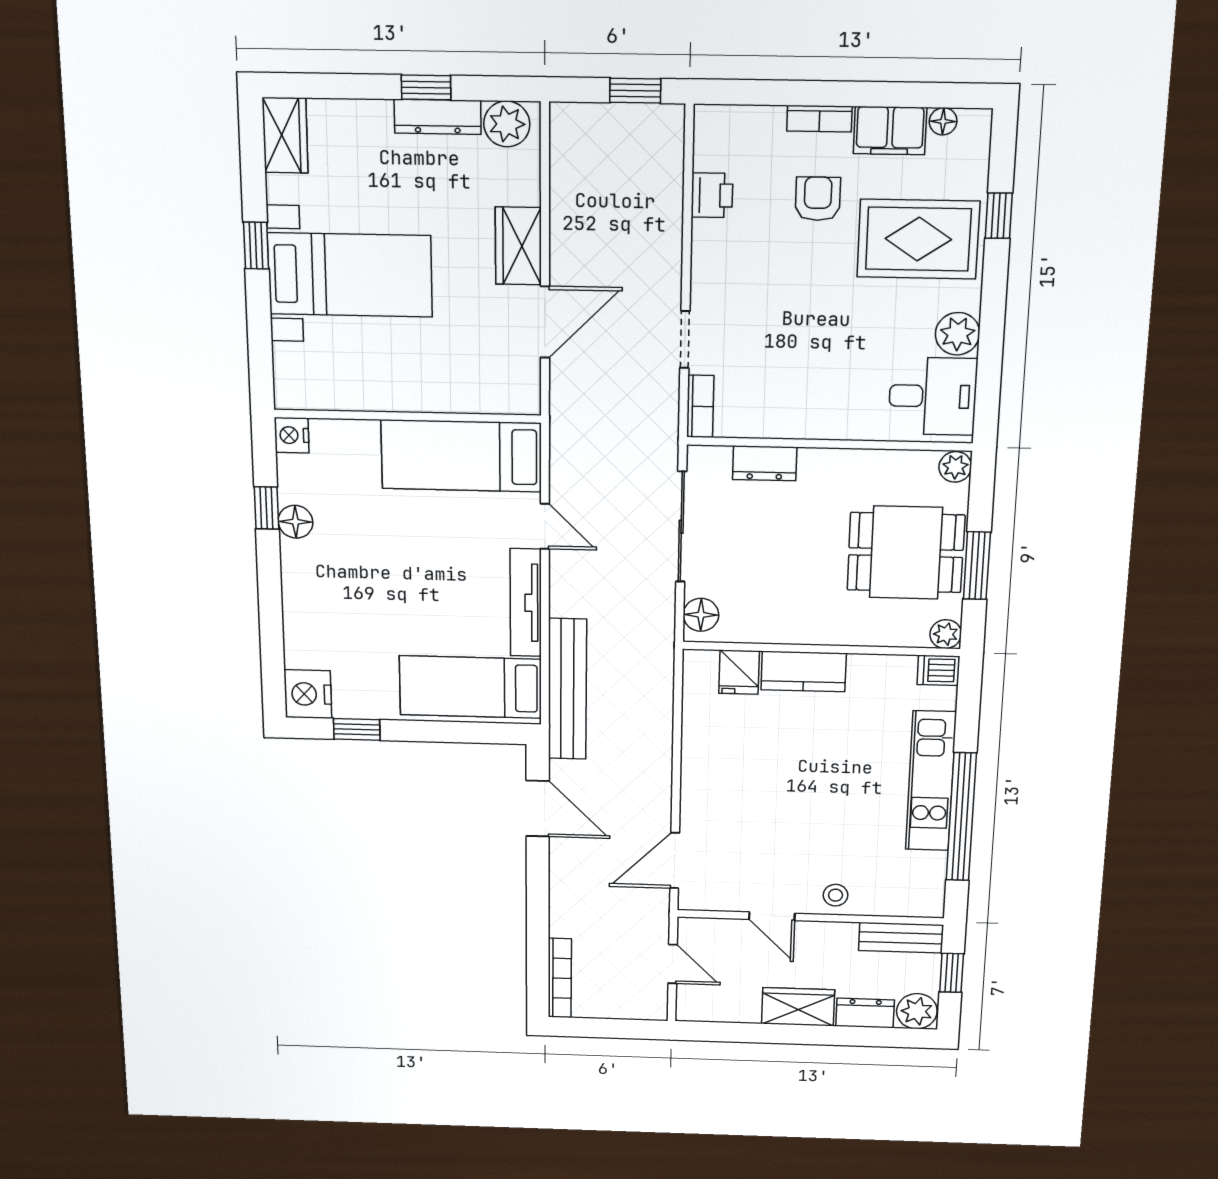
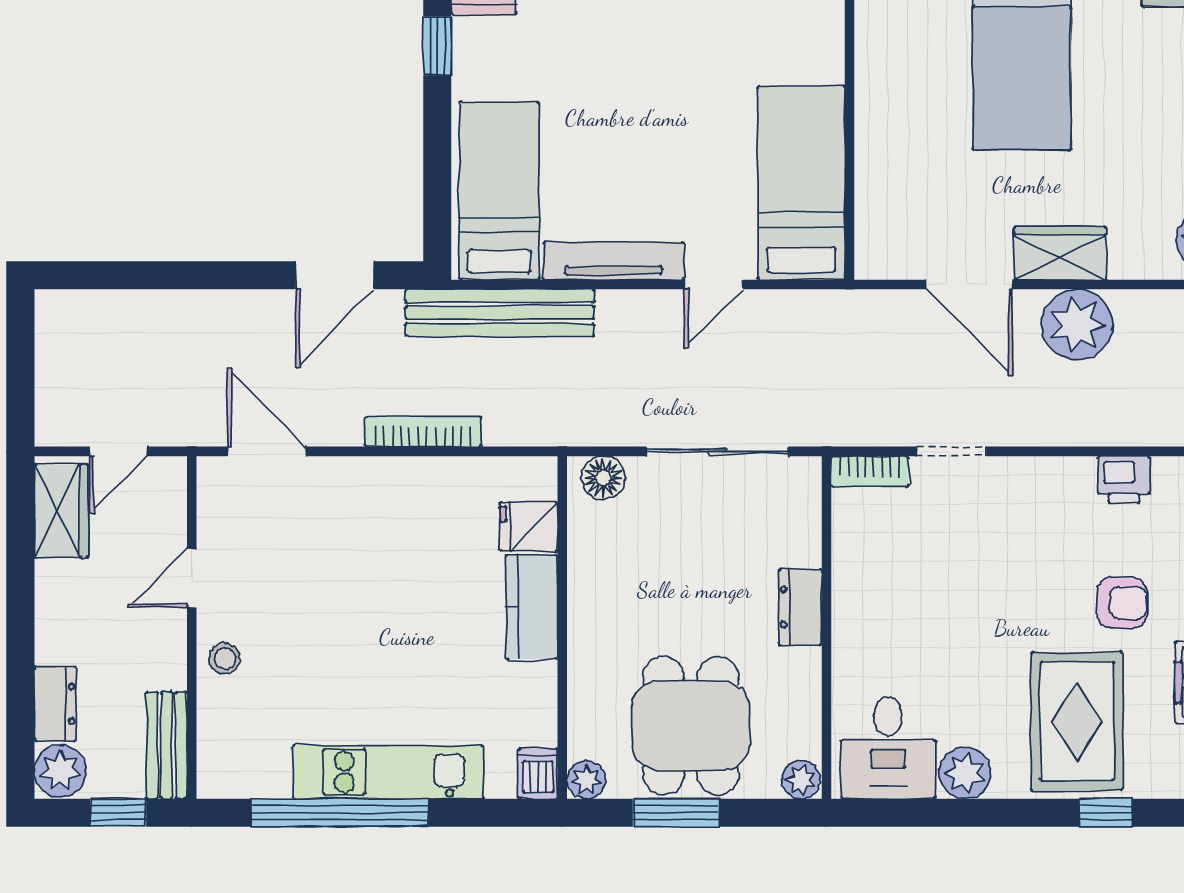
plant: (579, 233) -> (1077, 325), added
dresser: (765, 463) -> (800, 607), moved
bookcase: (560, 978) -> (423, 432), moved, turned 180
wardrobe: (798, 1007) -> (61, 511), moved

